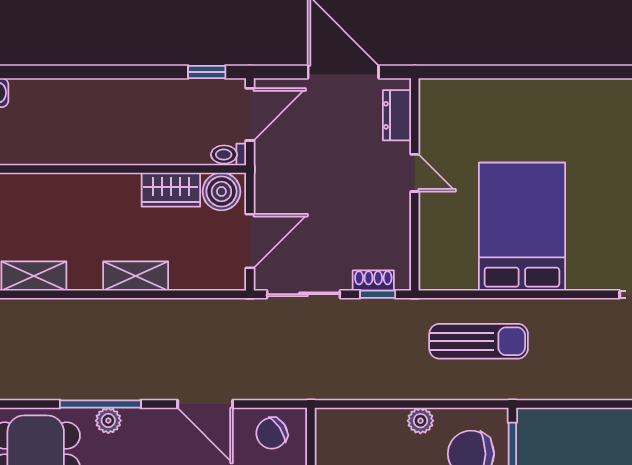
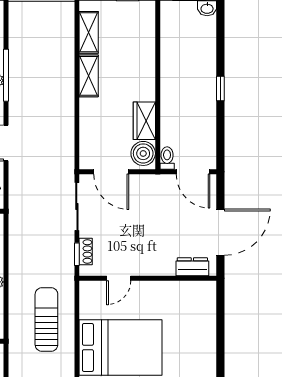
window: (207, 72) -> (220, 89), moved
door: (415, 173) -> (119, 278), moved
shelving: (136, 276) -> (89, 76), moved
sun lounger: (479, 341) -> (46, 319), turned 180

